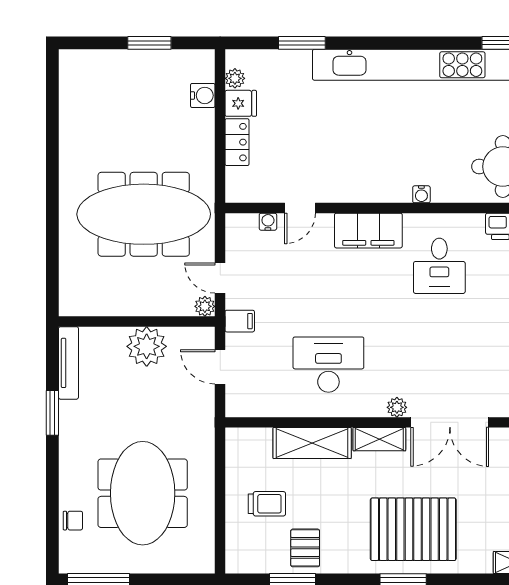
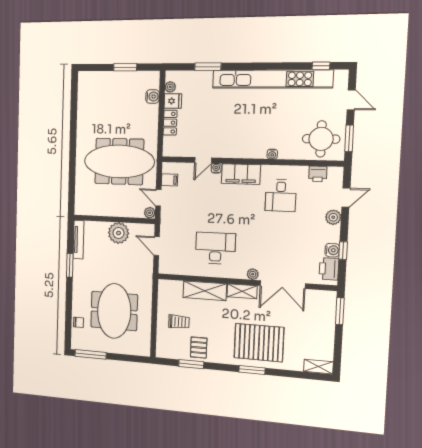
water cooler: (268, 222) -> (216, 168), moved
filing cabinet: (240, 321) -> (169, 180), moved

